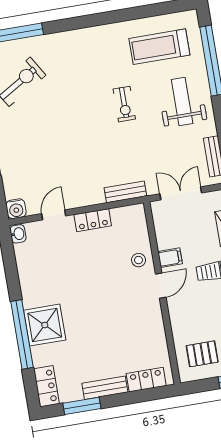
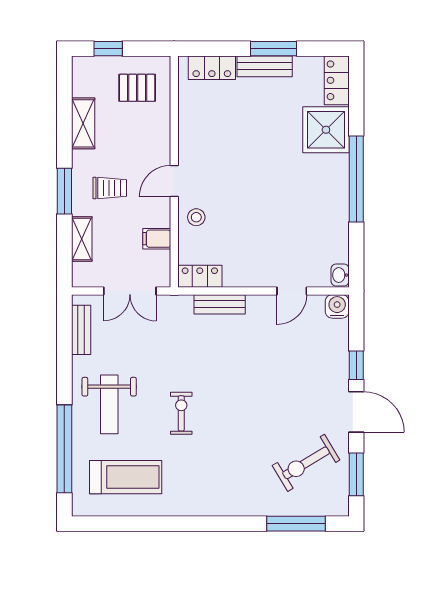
bench: (125, 192) -> (220, 304), moved
locker: (93, 220) -> (200, 276), moved
filing cabinet: (170, 258) -> (157, 239), moved
shower: (45, 325) -> (326, 130), moved
window: (22, 334) -> (356, 179), moved
window: (82, 406) -> (273, 49), moved

